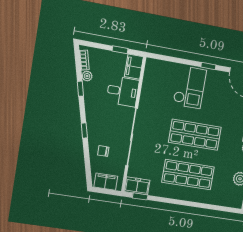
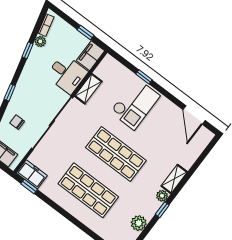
window: (208, 66) -> (144, 77), moved
shelving: (146, 94) -> (88, 89), added

